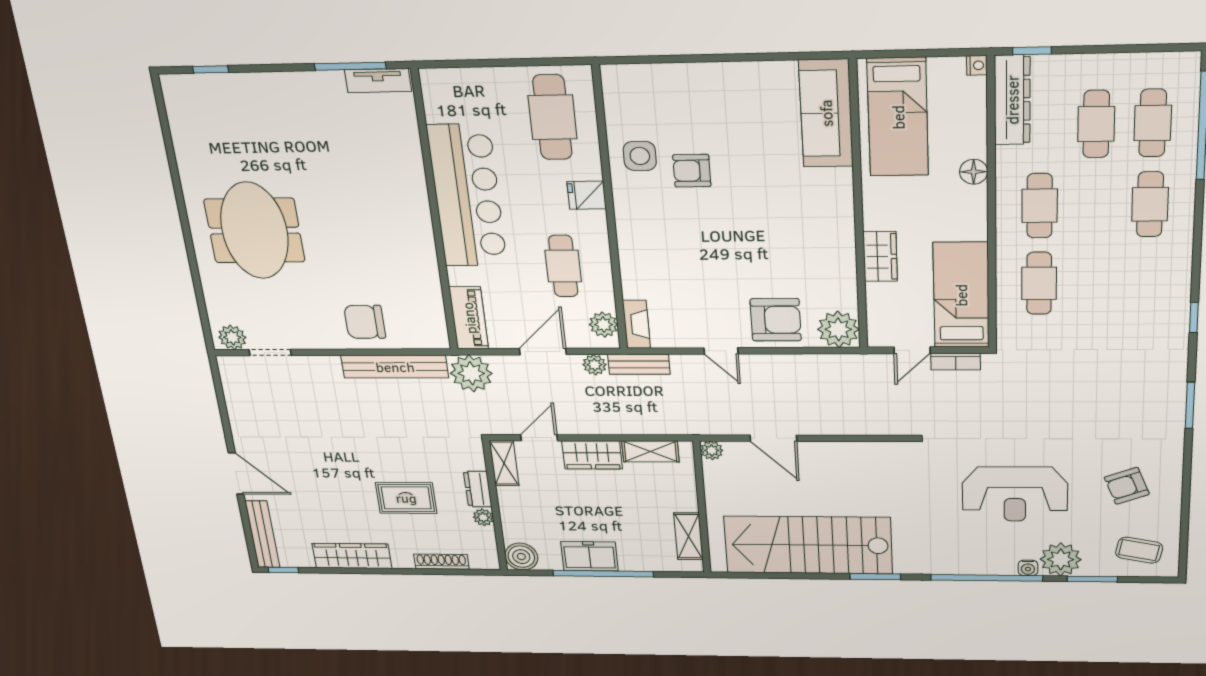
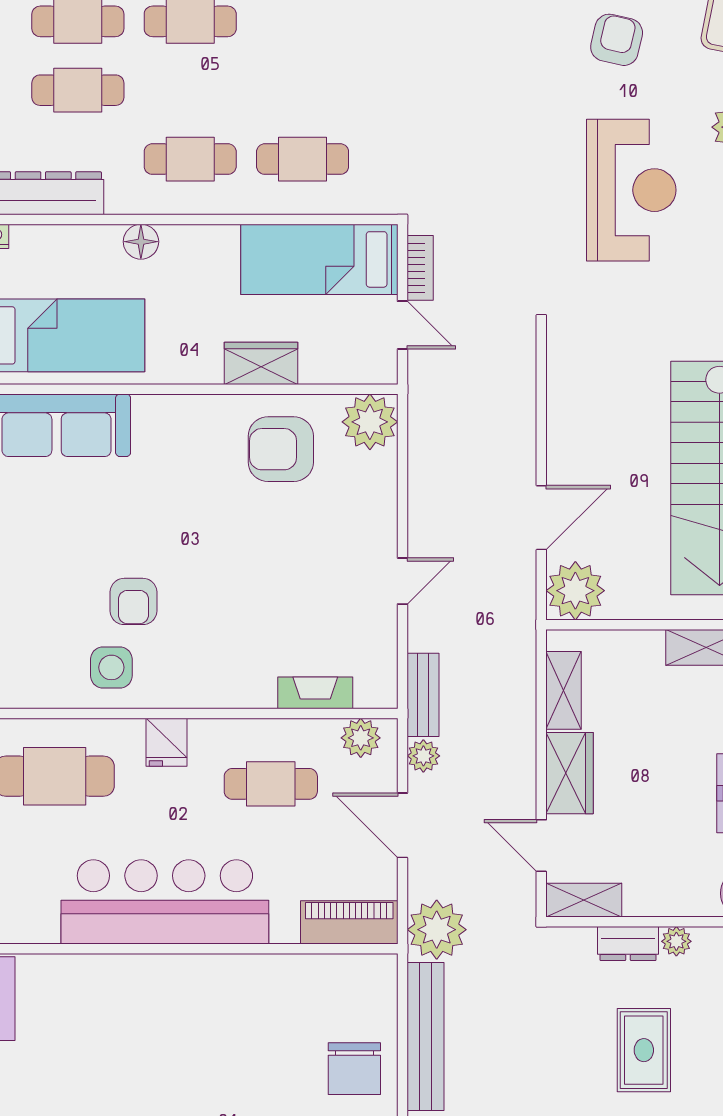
armchair: (776, 320) -> (281, 449), moved, turned -90
fireplace: (636, 324) -> (315, 693), moved
plant: (712, 450) -> (575, 591), width x1.88, depth x1.88
armchair: (1127, 486) -> (617, 40), turned -146

